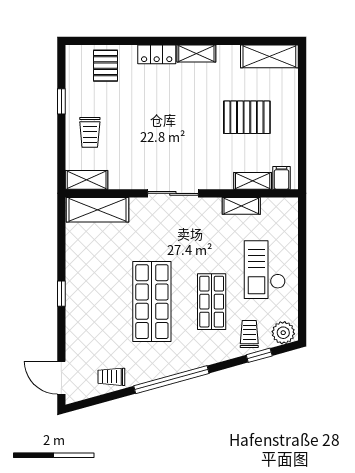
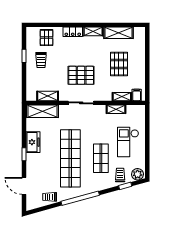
shelving: (269, 56) -> (118, 33), moved
pallet: (247, 117) -> (119, 64), turned 90
trolley: (90, 132) -> (41, 60), moved
pallet: (173, 139) -> (81, 75), added
shelving: (87, 180) -> (48, 96), moved
freezer: (79, 270) -> (33, 142), added
shop shelf: (152, 302) -> (70, 158), width x1.40
door: (61, 378) -> (24, 186), moved

